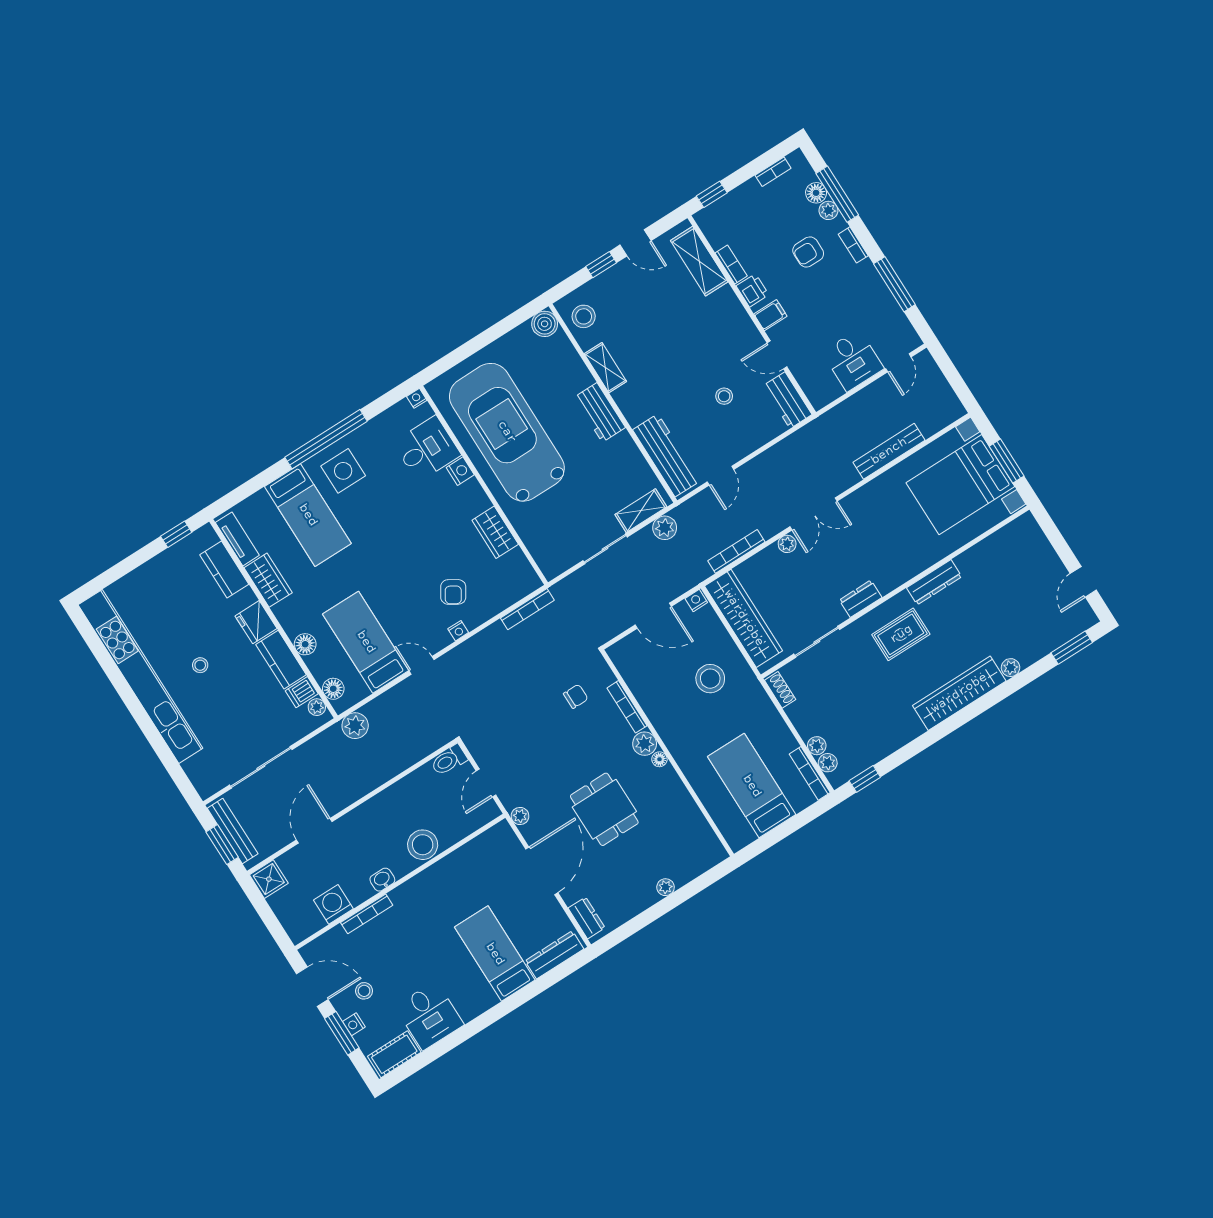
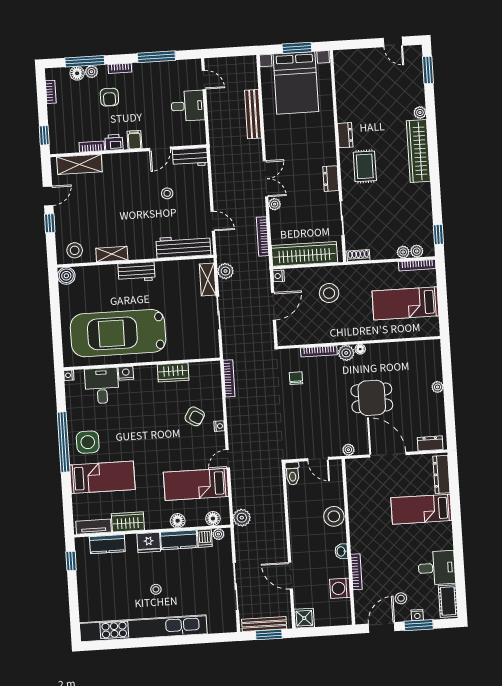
dresser: (934, 582) -> (345, 135), width x0.70

